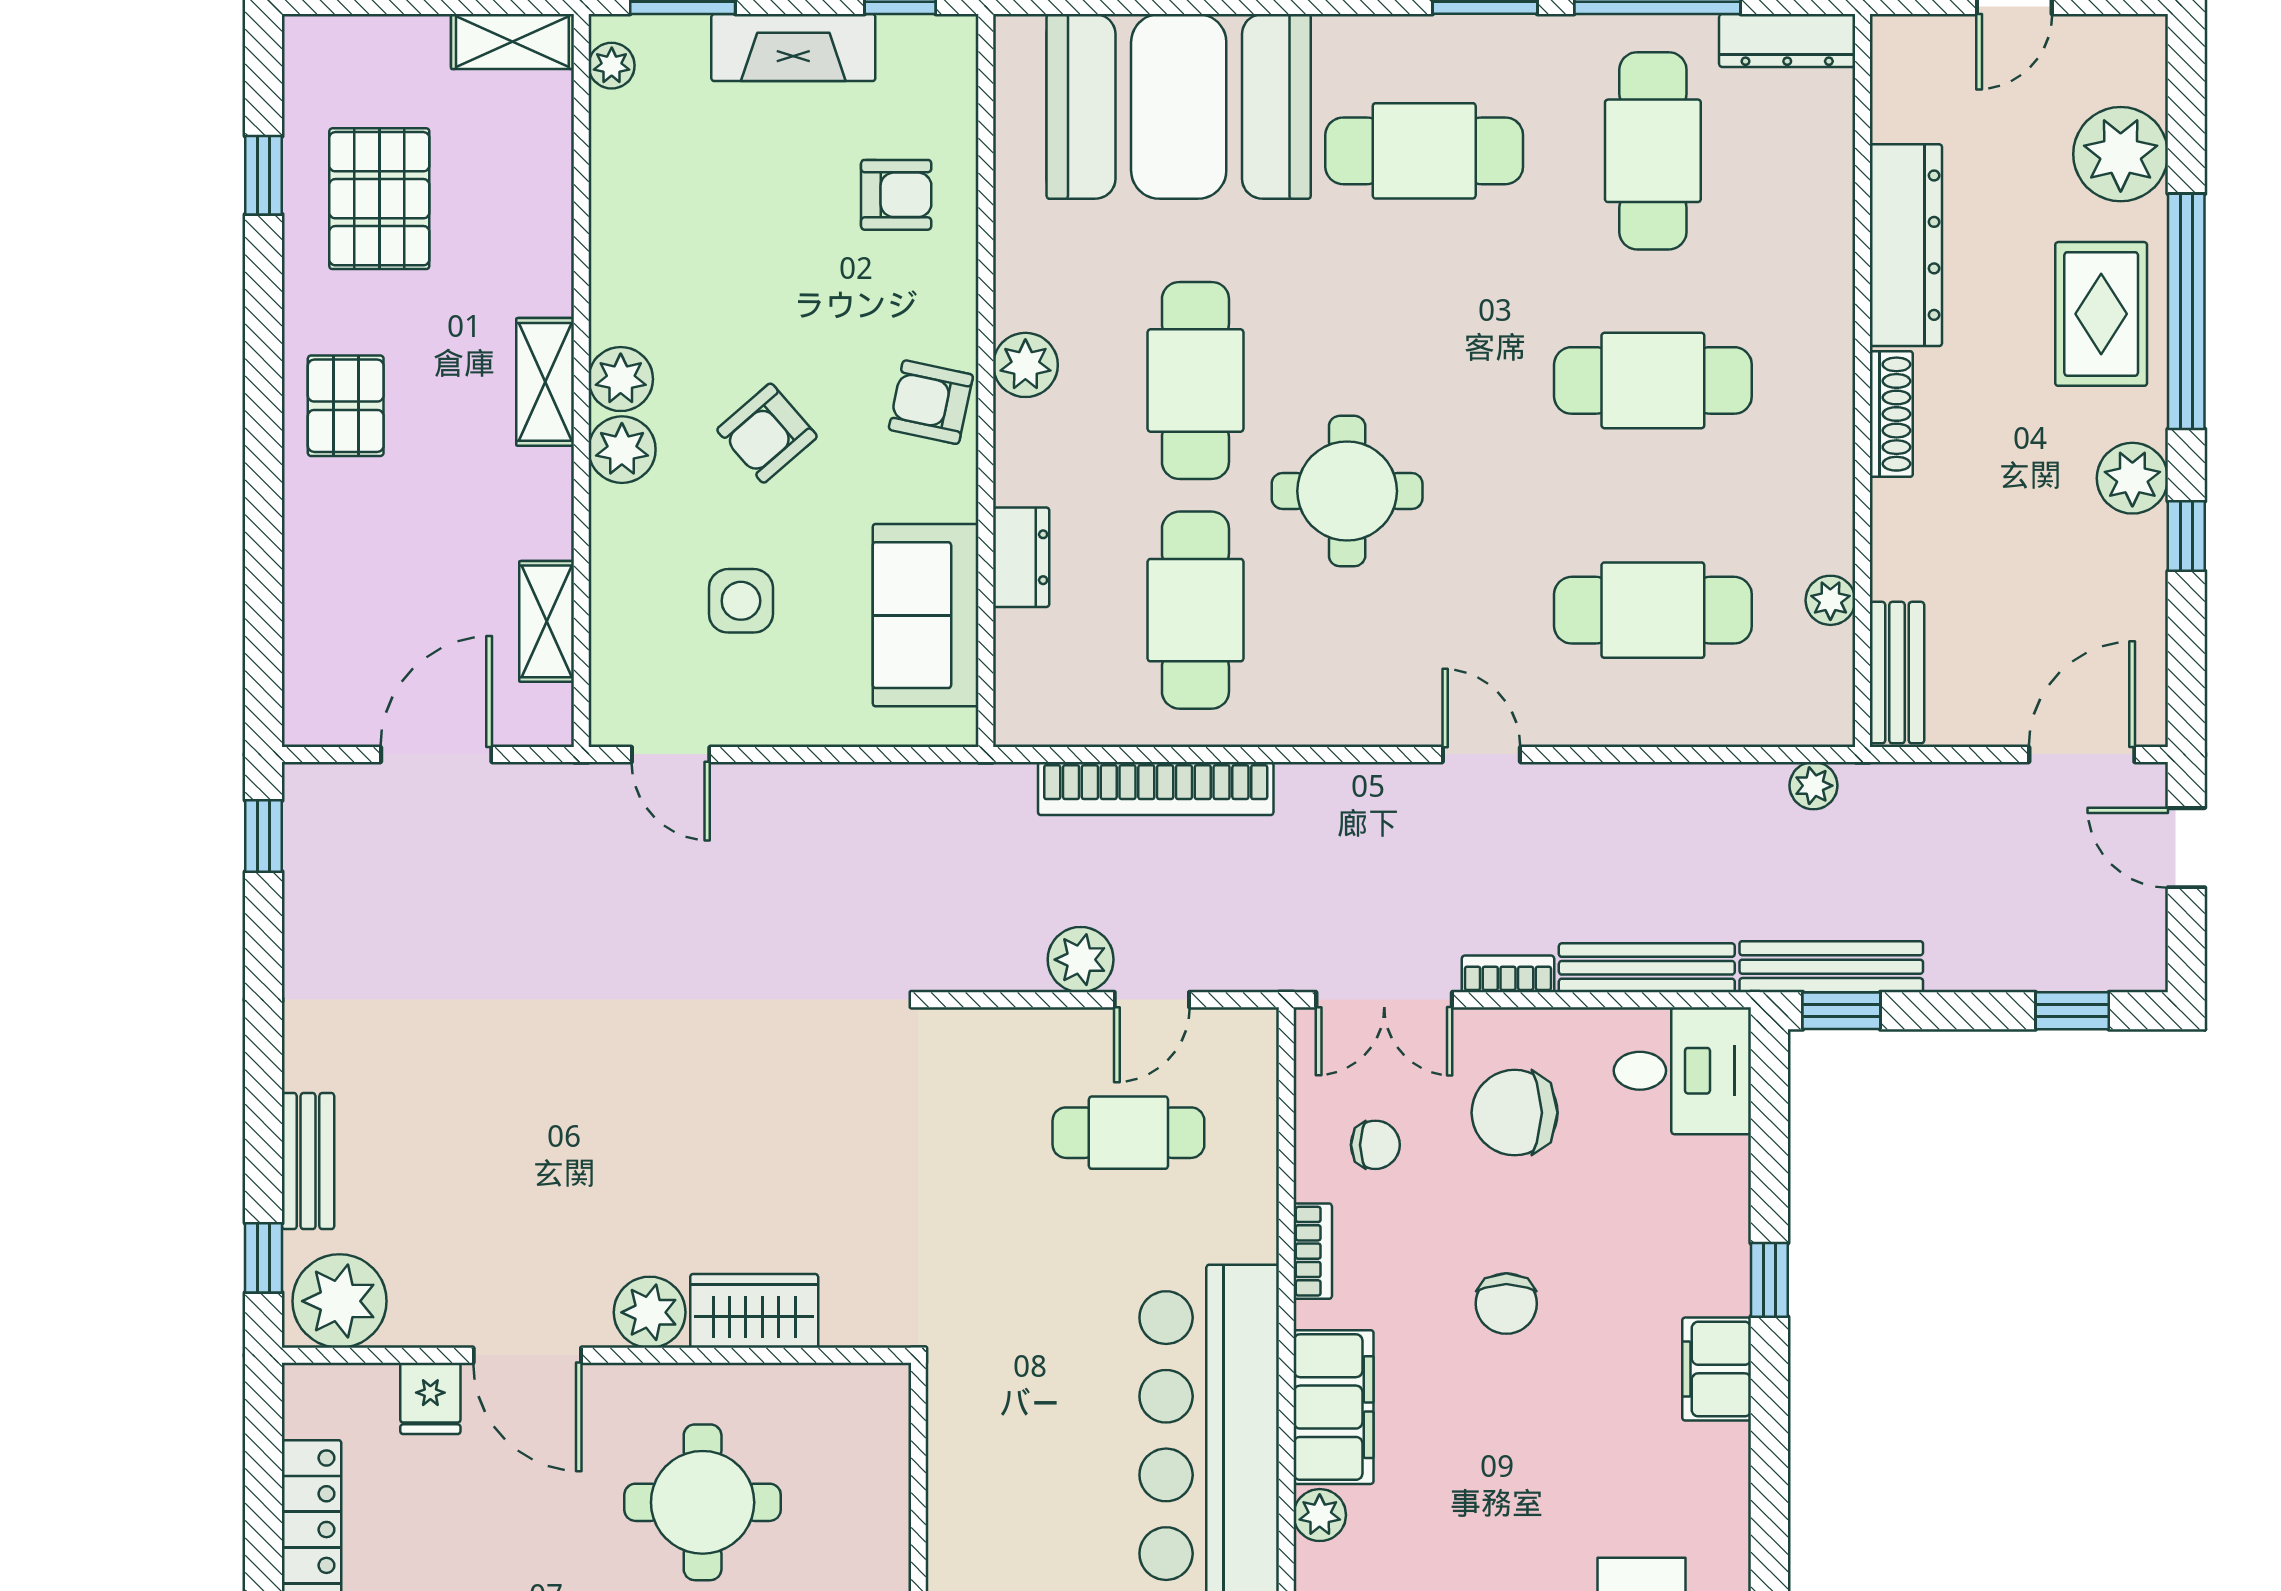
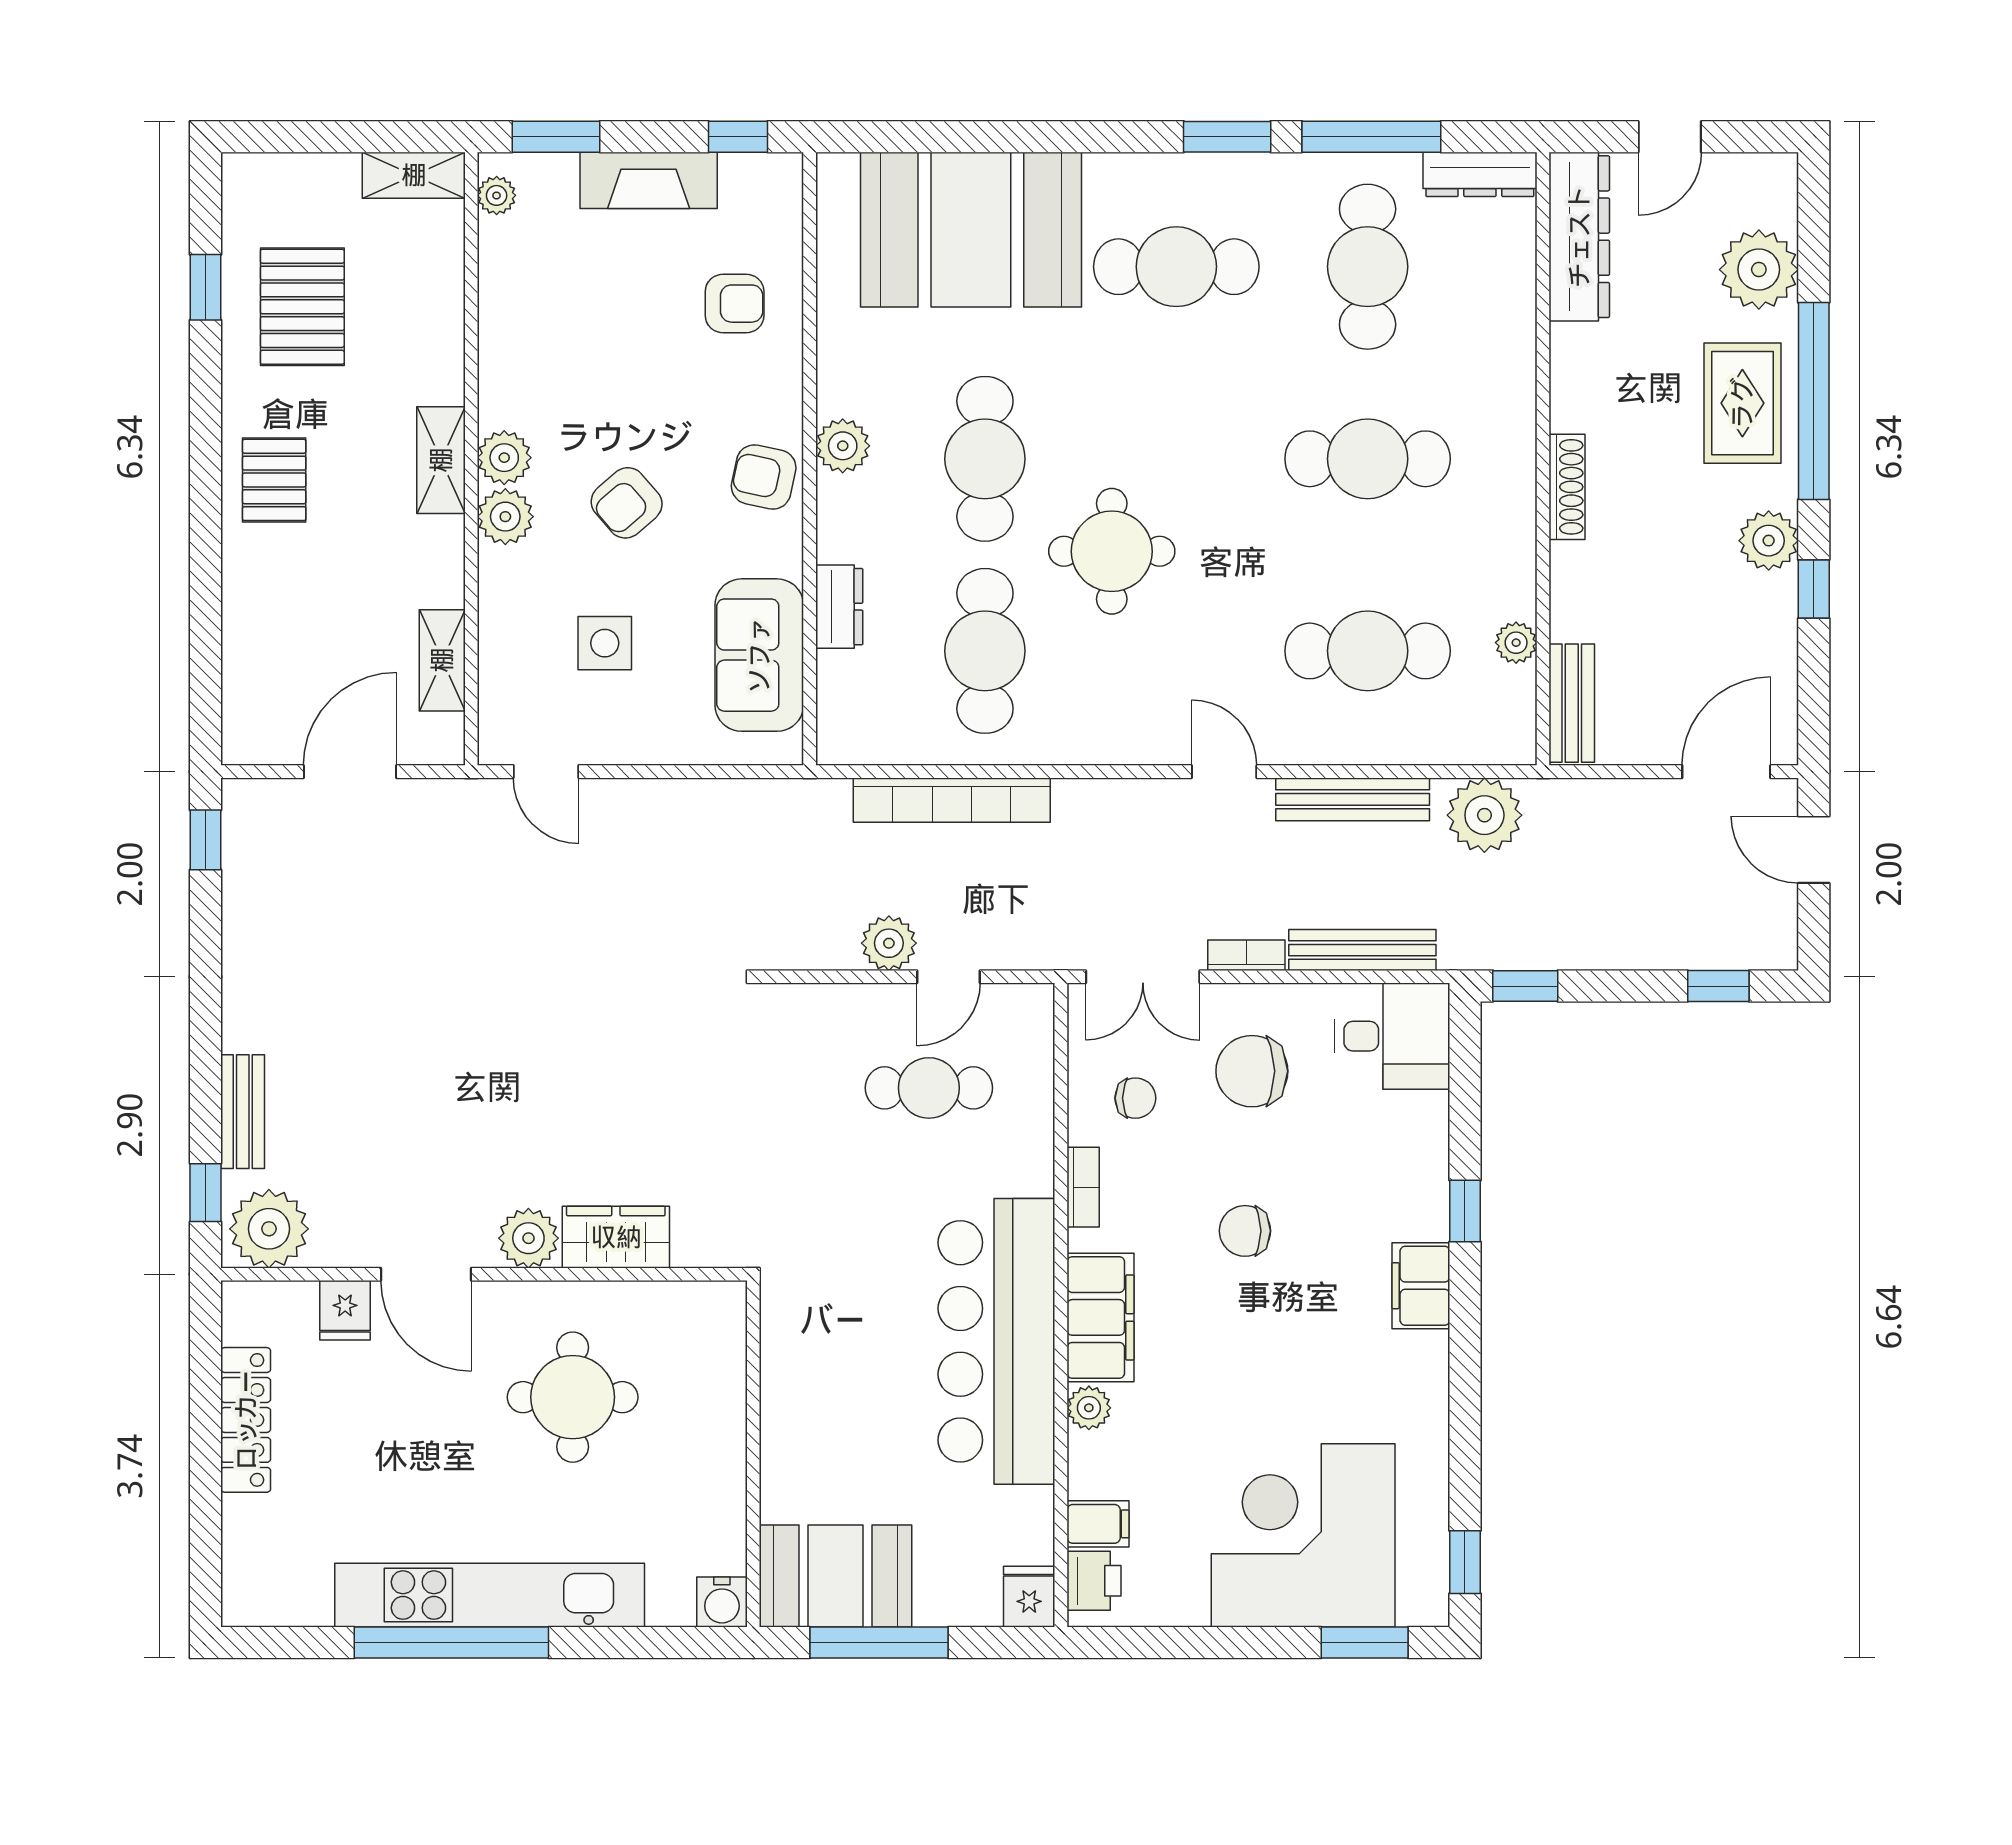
dresser: (1906, 245) -> (1579, 237), moved
plant: (1813, 786) -> (1484, 815), width x1.88, depth x1.88
bench: (1831, 967) -> (1353, 799), moved
chair: (1506, 1304) -> (1245, 1231), turned 90

